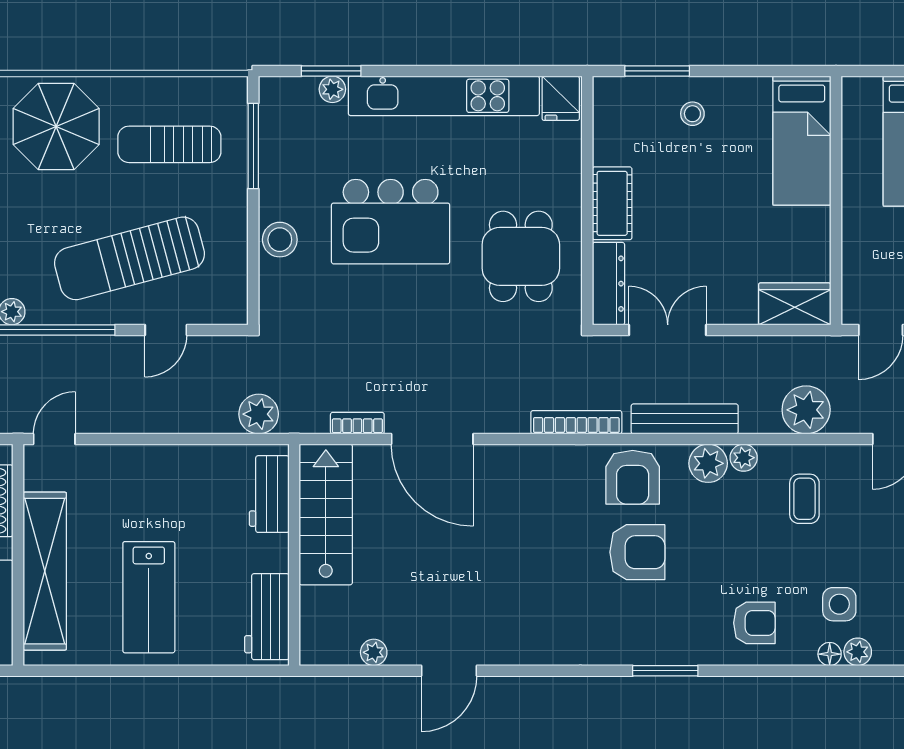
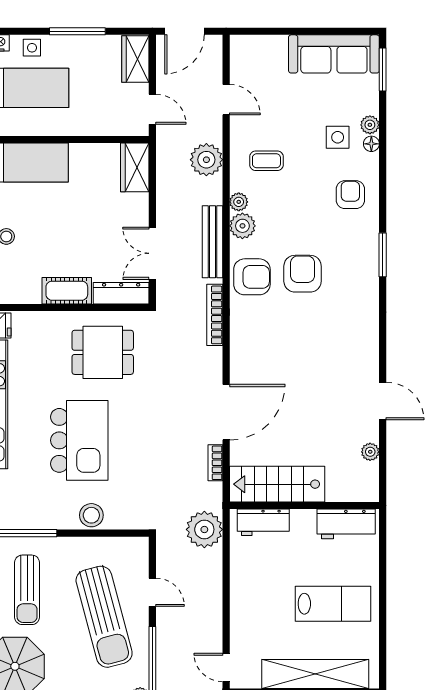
plant: (259, 414) -> (204, 529), width x1.36, depth x1.36

